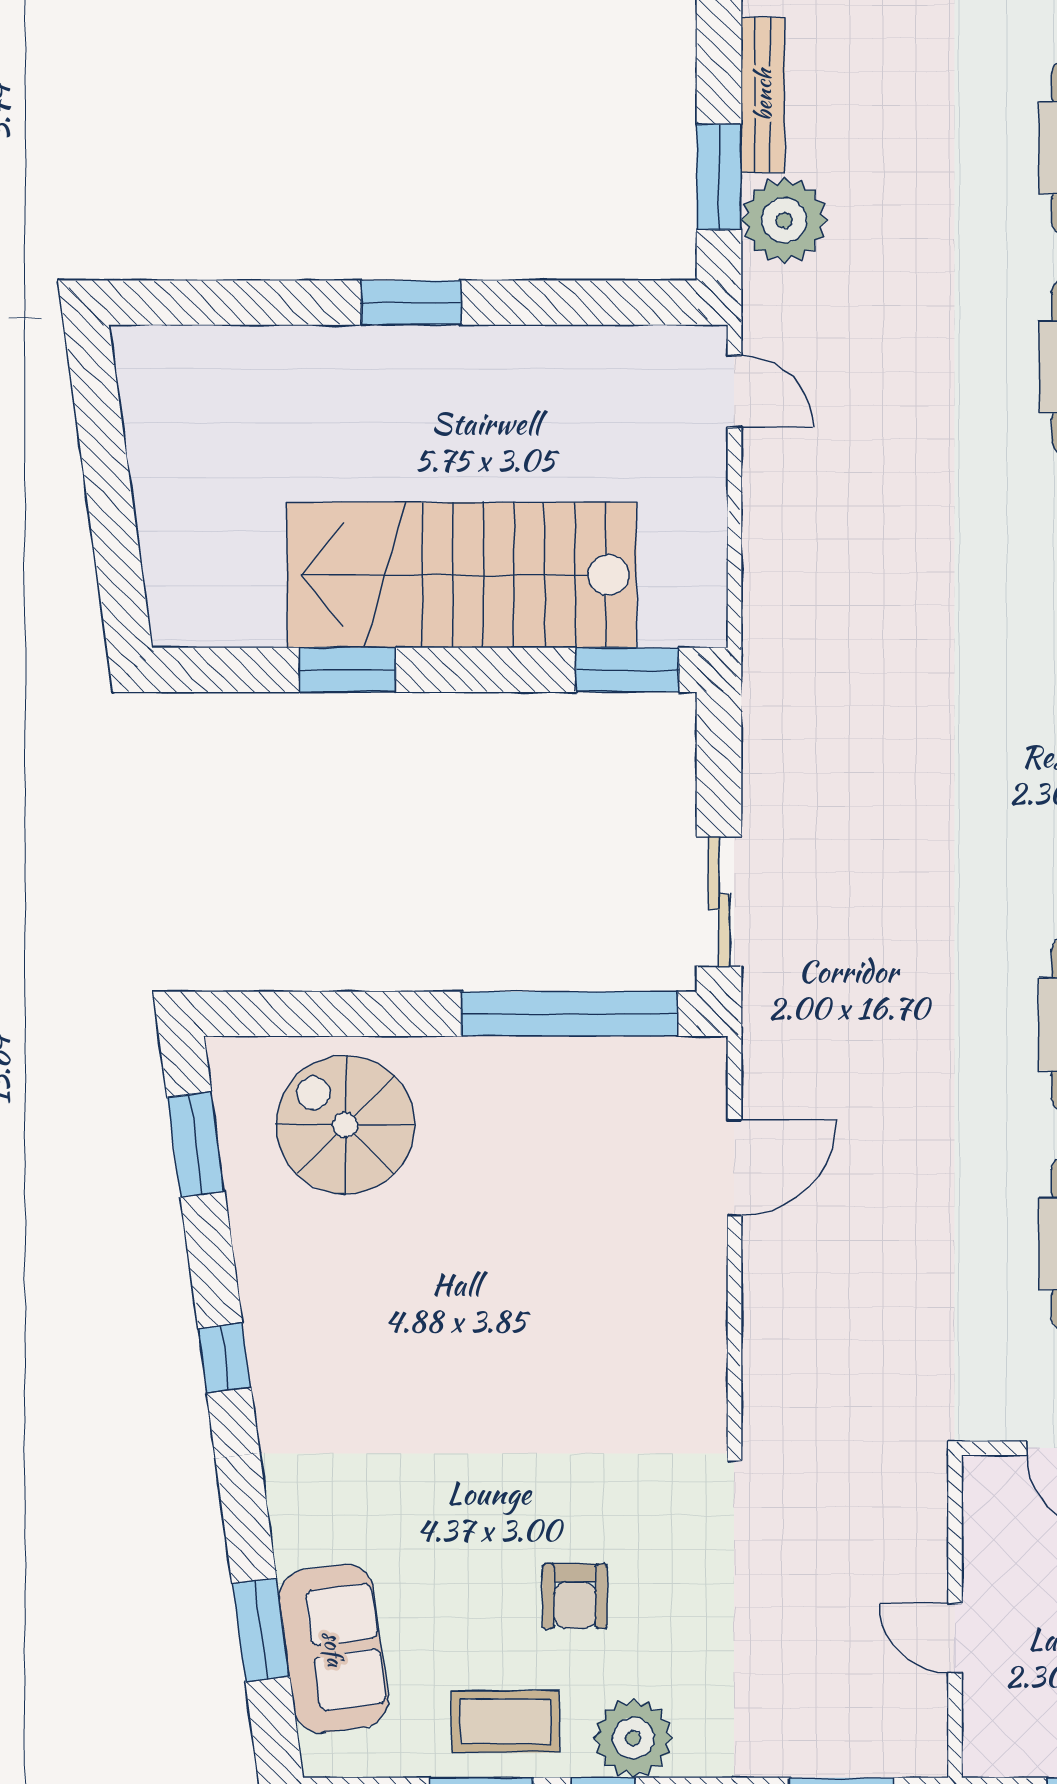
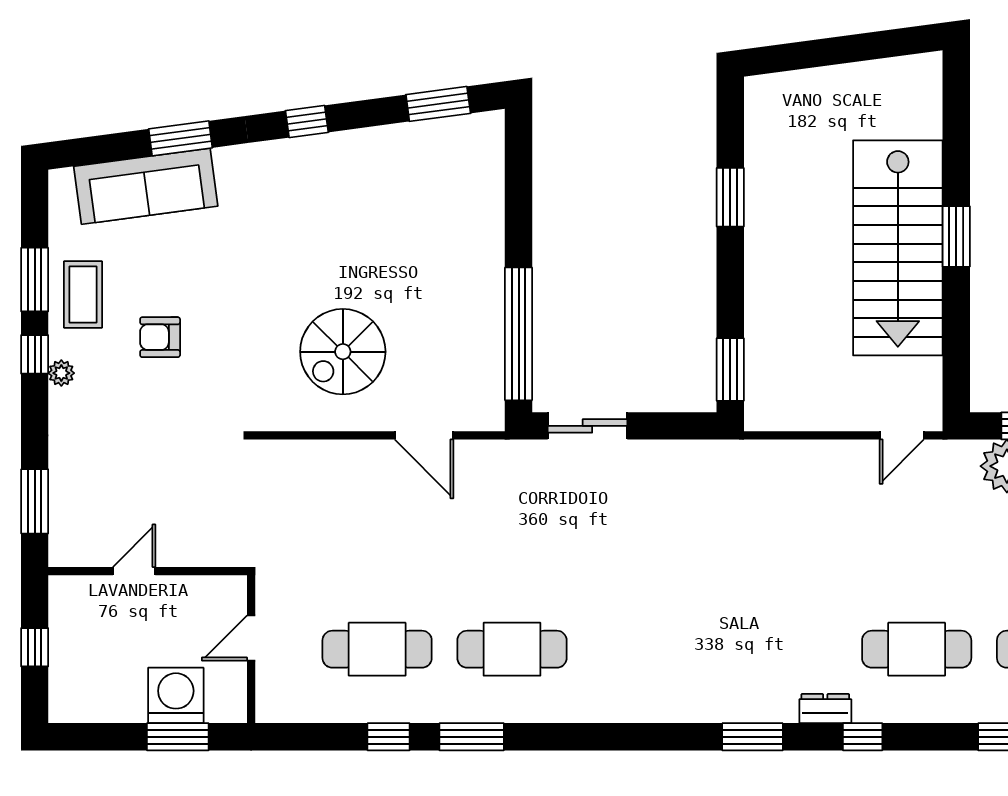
stairs: (462, 575) -> (898, 248), moved, turned 180
spiral stairs: (345, 1125) -> (343, 352), moved, turned 180
window: (261, 1630) -> (180, 138), moved
sofa: (334, 1649) -> (146, 186), width x1.36
plant: (633, 1738) -> (61, 373), width x0.53, depth x0.53

